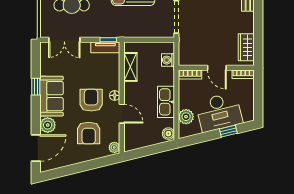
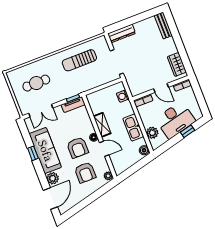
shelving: (130, 67) -> (102, 125), moved
sofa: (52, 96) -> (45, 151), width x1.36
armchair: (91, 100) -> (78, 148), turned 180

